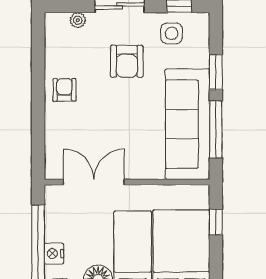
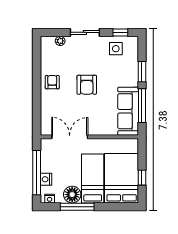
armchair: (127, 61) -> (87, 85), moved
sofa: (188, 124) -> (128, 111), width x0.74, depth x0.79
window: (216, 222) -> (142, 178), moved

